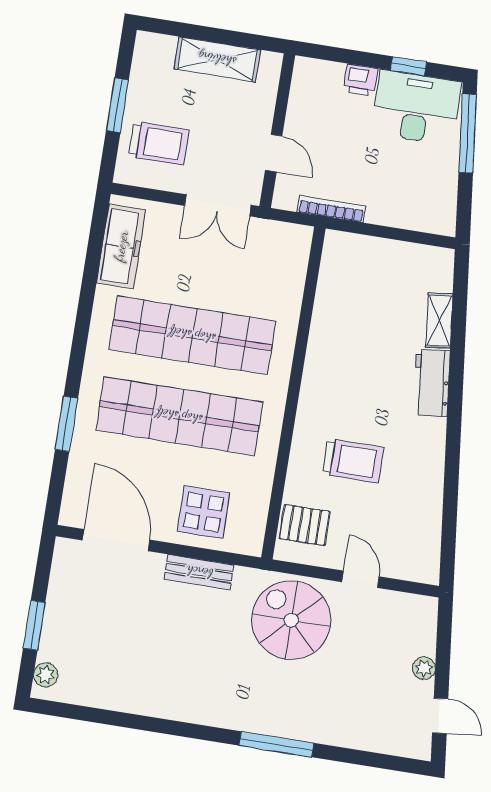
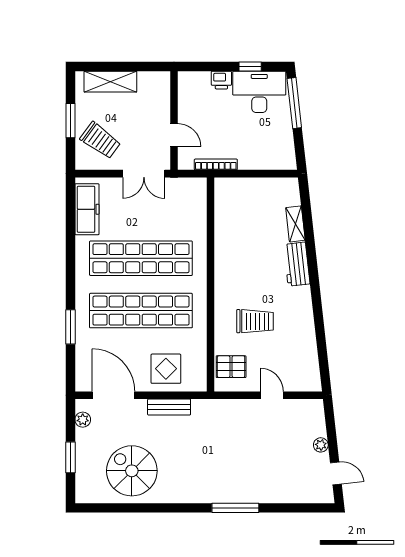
shelving: (217, 59) -> (110, 82), moved
trolley: (159, 143) -> (100, 140), turned 36
spiral stairs: (291, 620) -> (132, 471), moved
plant: (46, 675) -> (83, 420), moved

